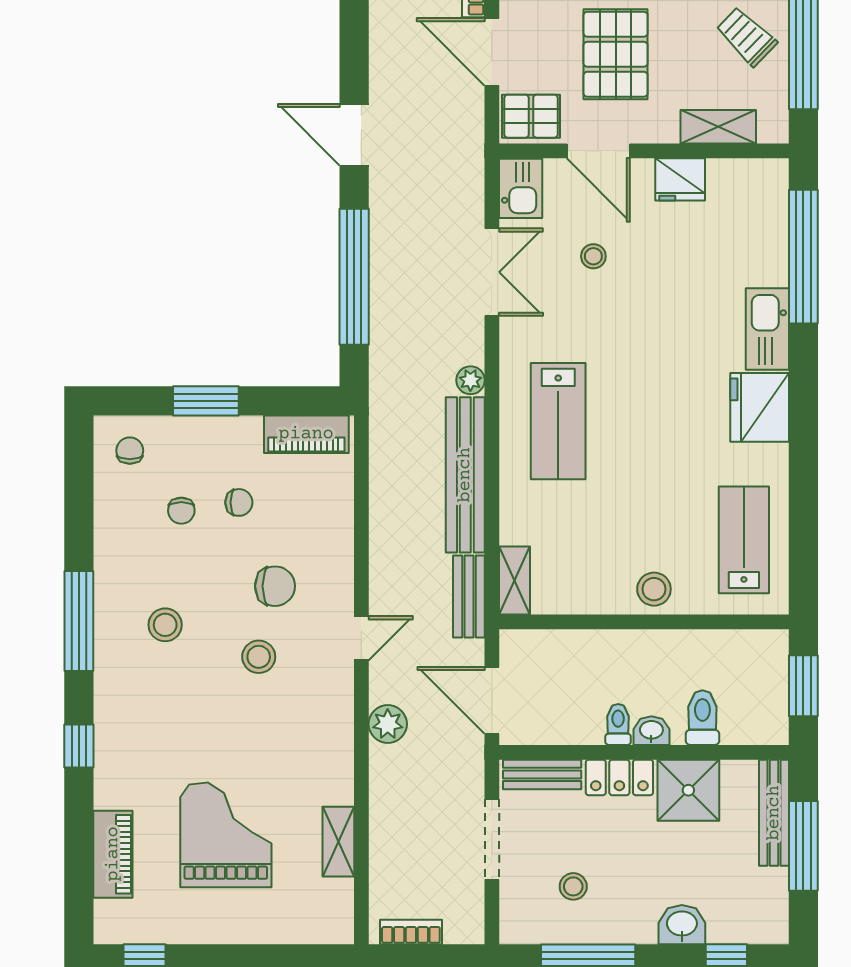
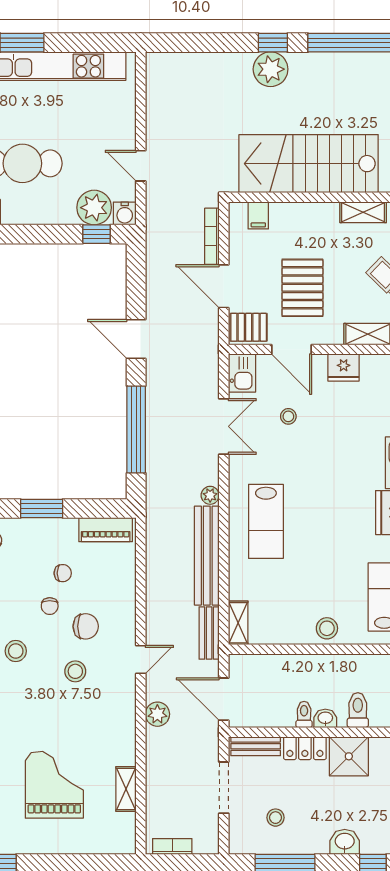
chair: (181, 511) -> (50, 606), moved

